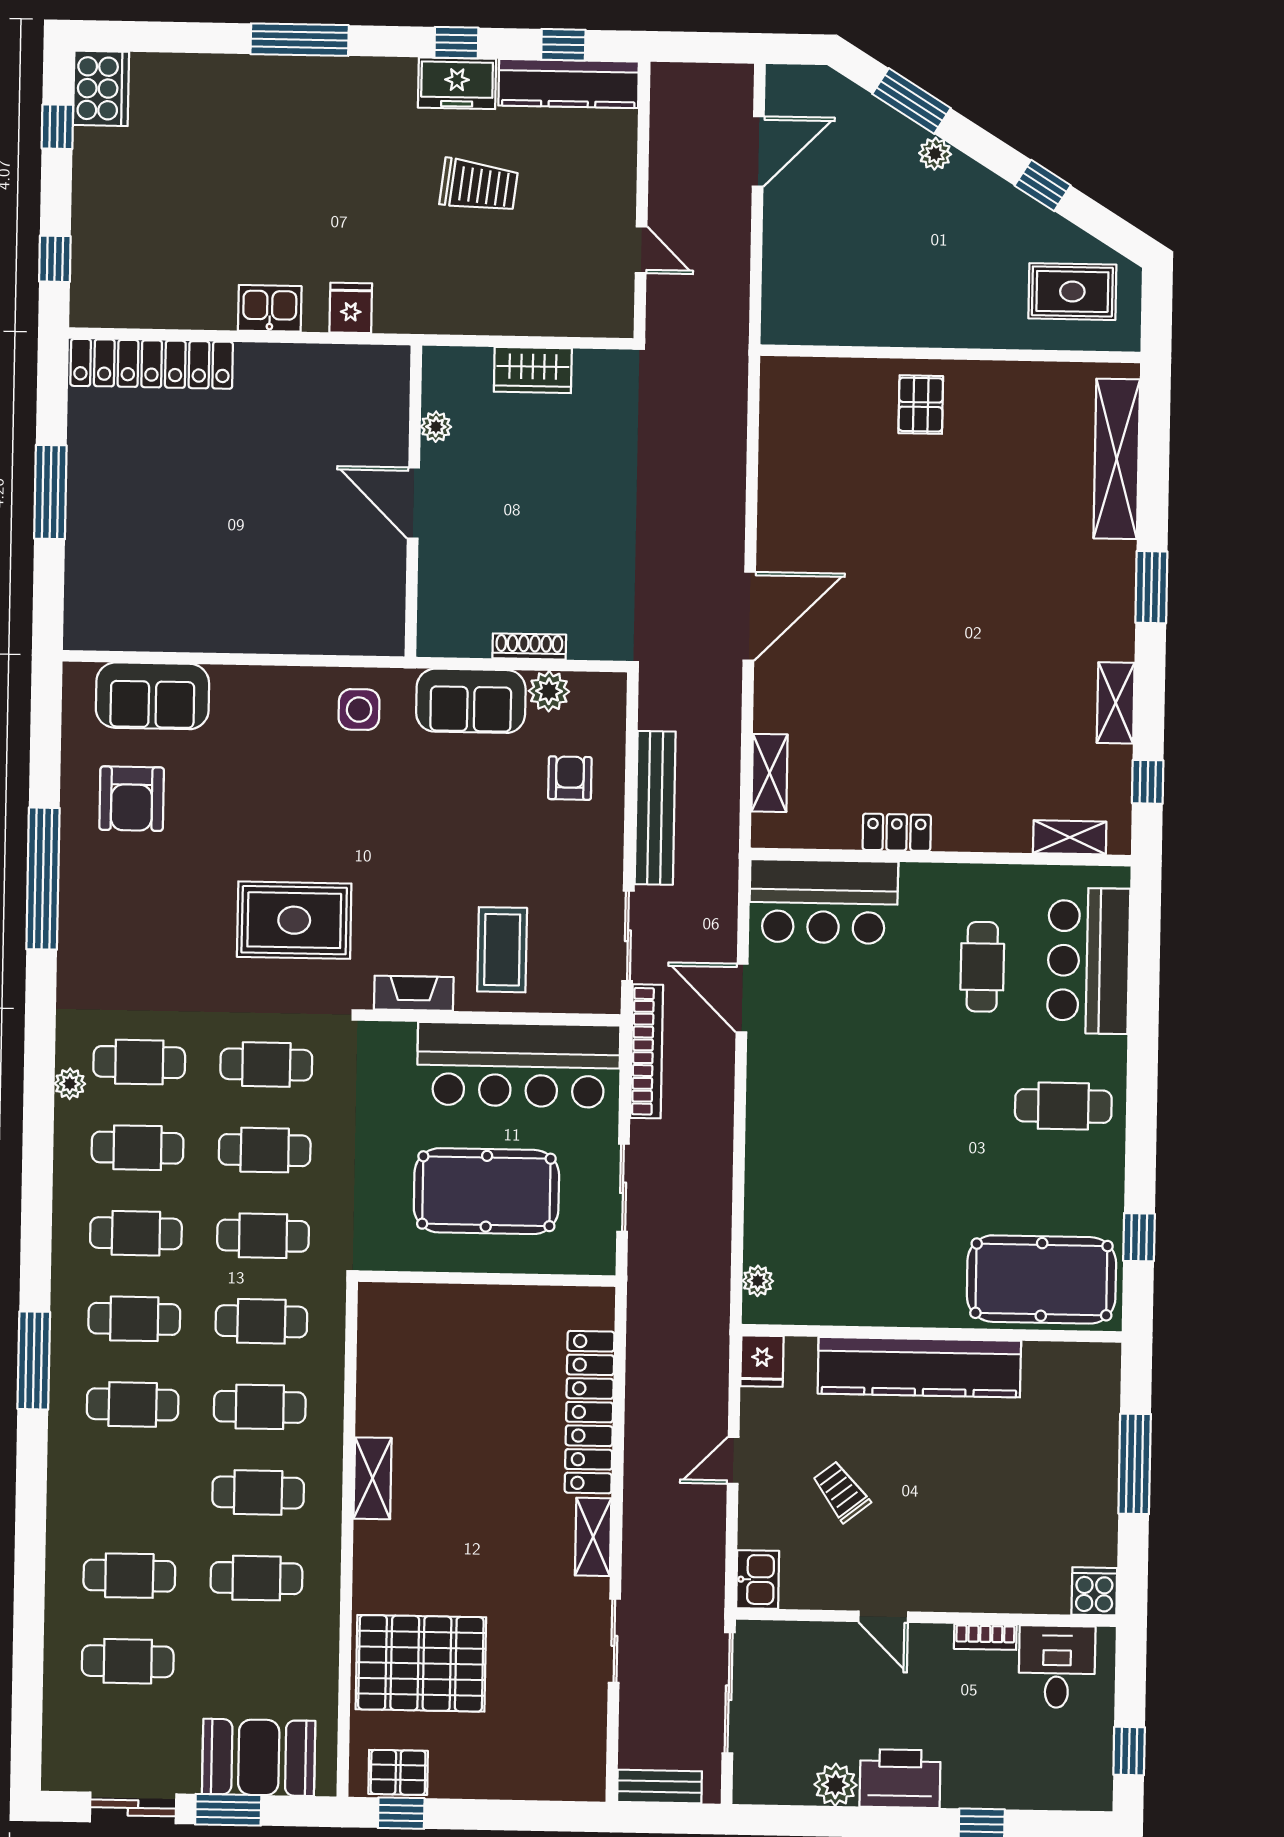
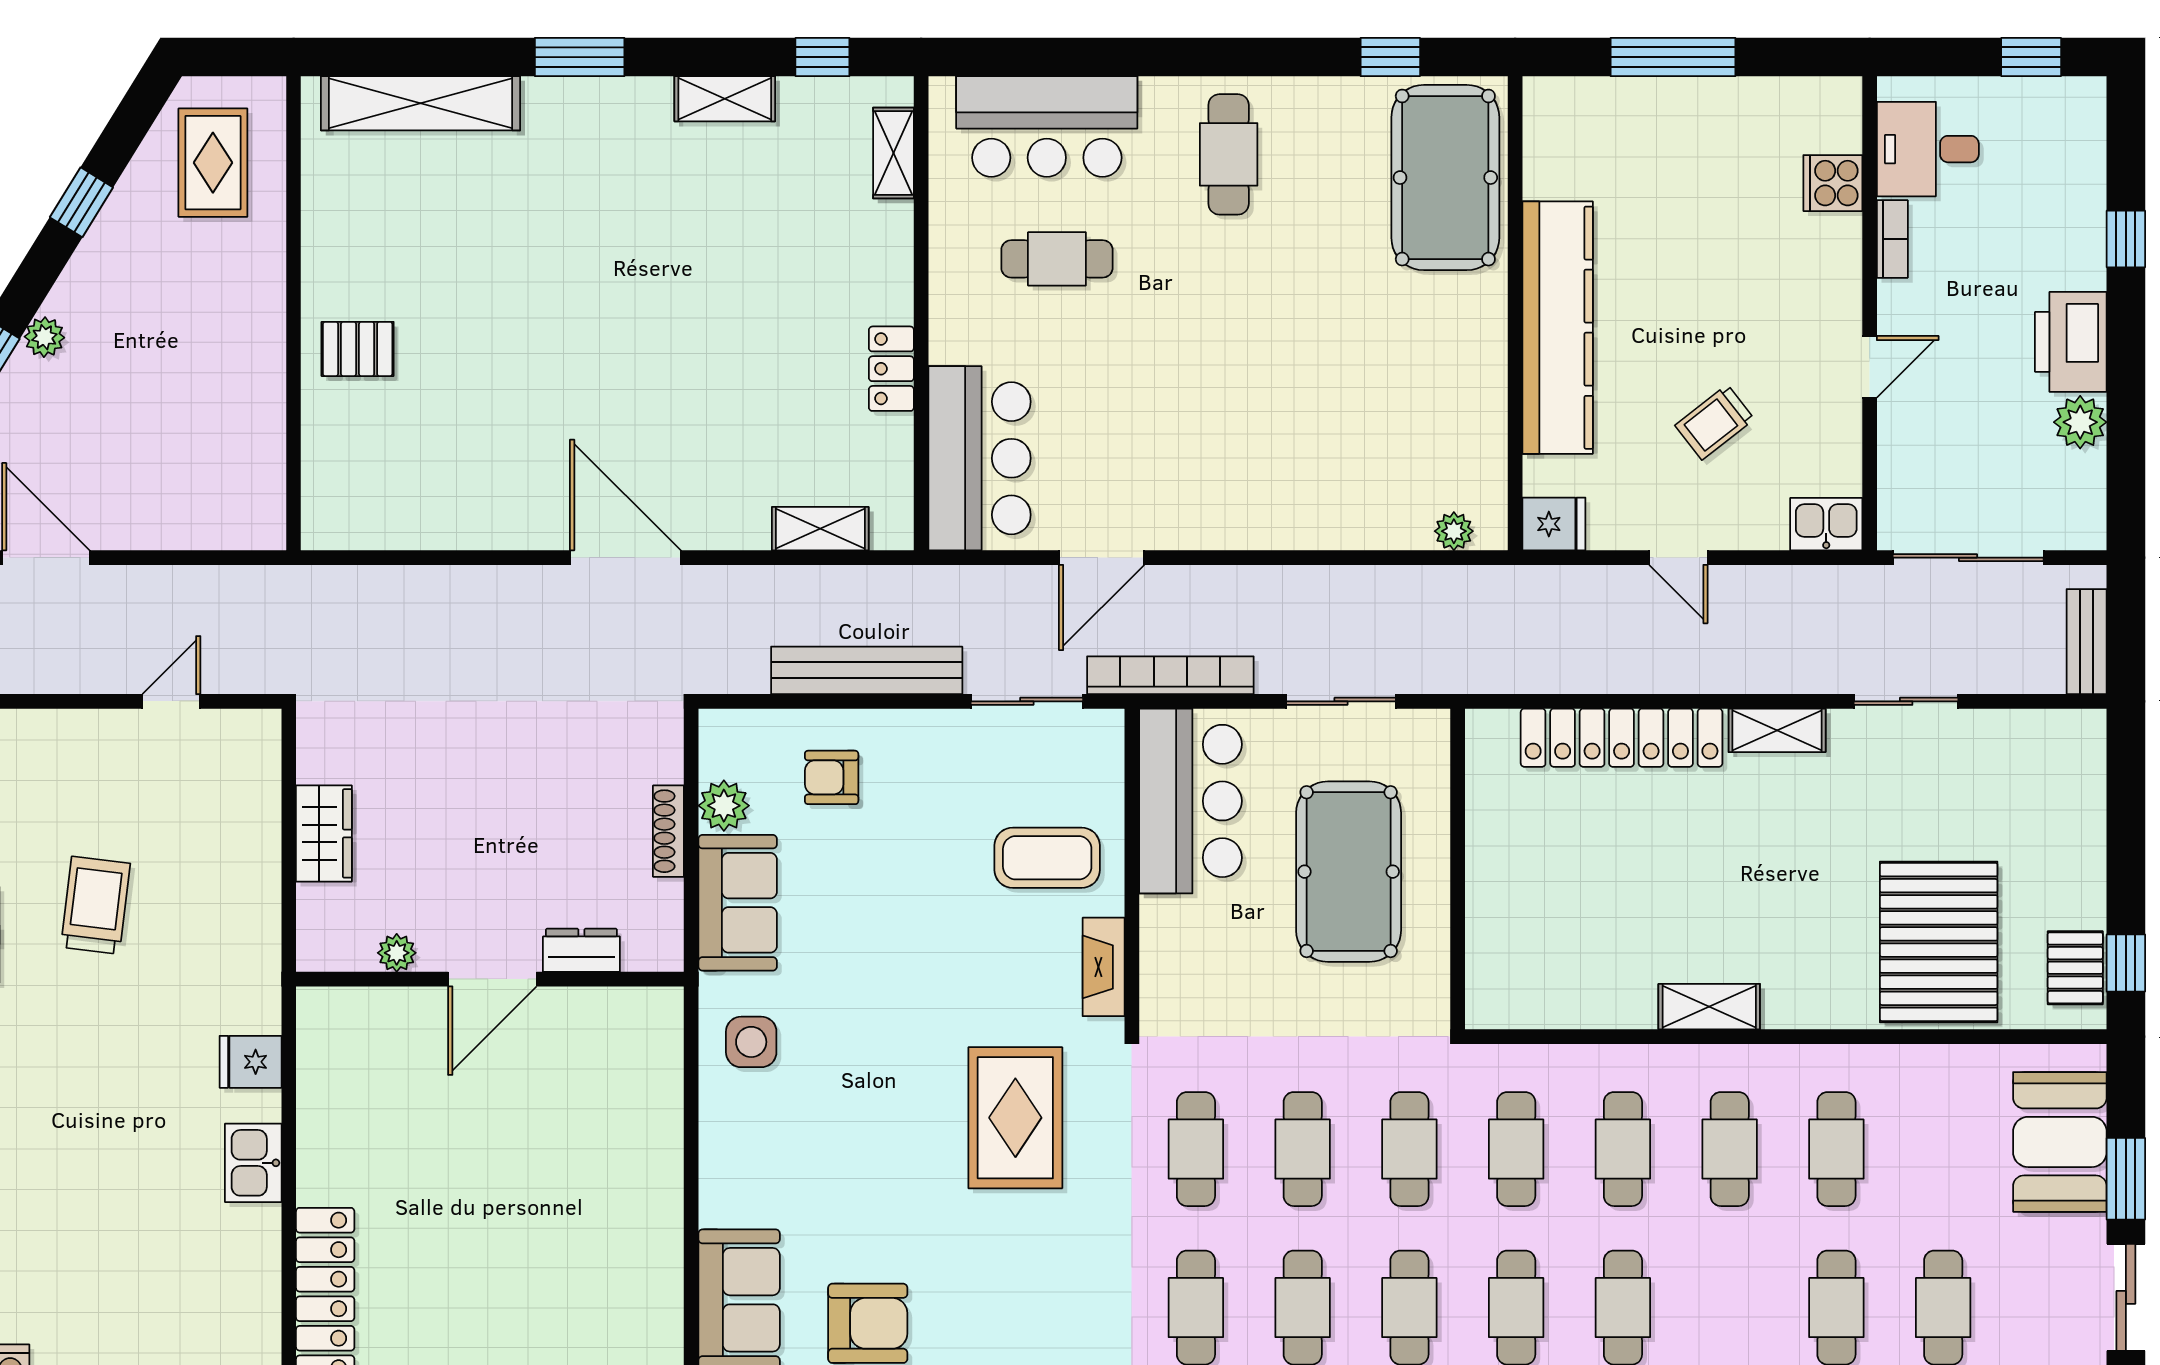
dresser: (435, 575) -> (581, 950), added
bar counter: (519, 1065) -> (1190, 801), width x0.73
cooker: (1094, 1591) -> (1833, 183), moved

